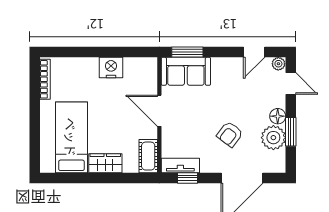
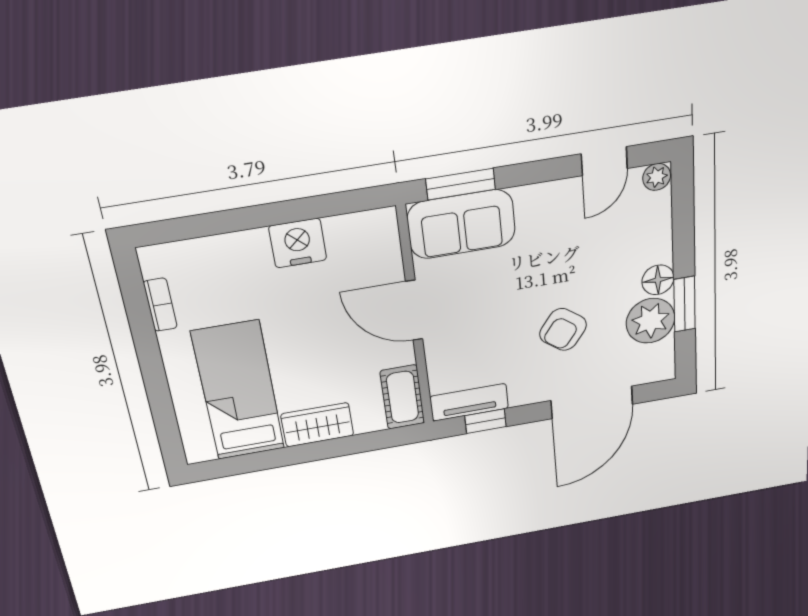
bookcase: (45, 79) -> (160, 305), width x0.64
door: (291, 83) -> (683, 212), removed

